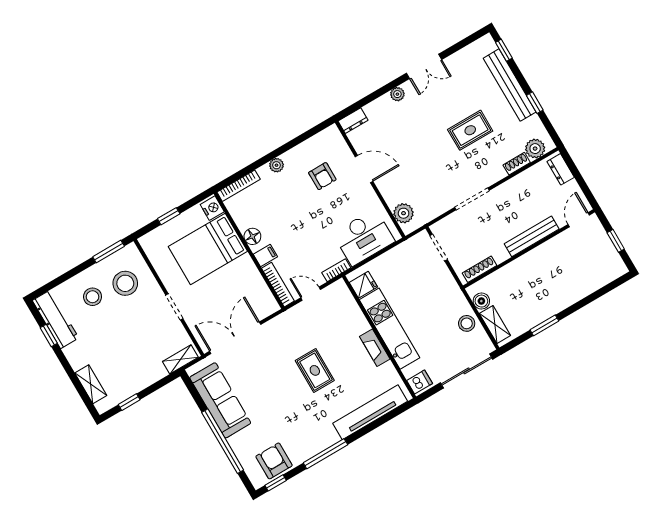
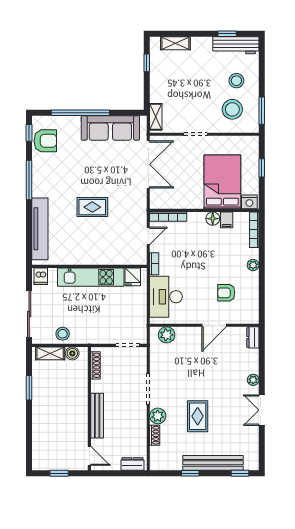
plant: (535, 149) -> (158, 416), moved
filing cabinet: (265, 255) -> (227, 220), moved
fireplace: (375, 348) -> (83, 259), removed

